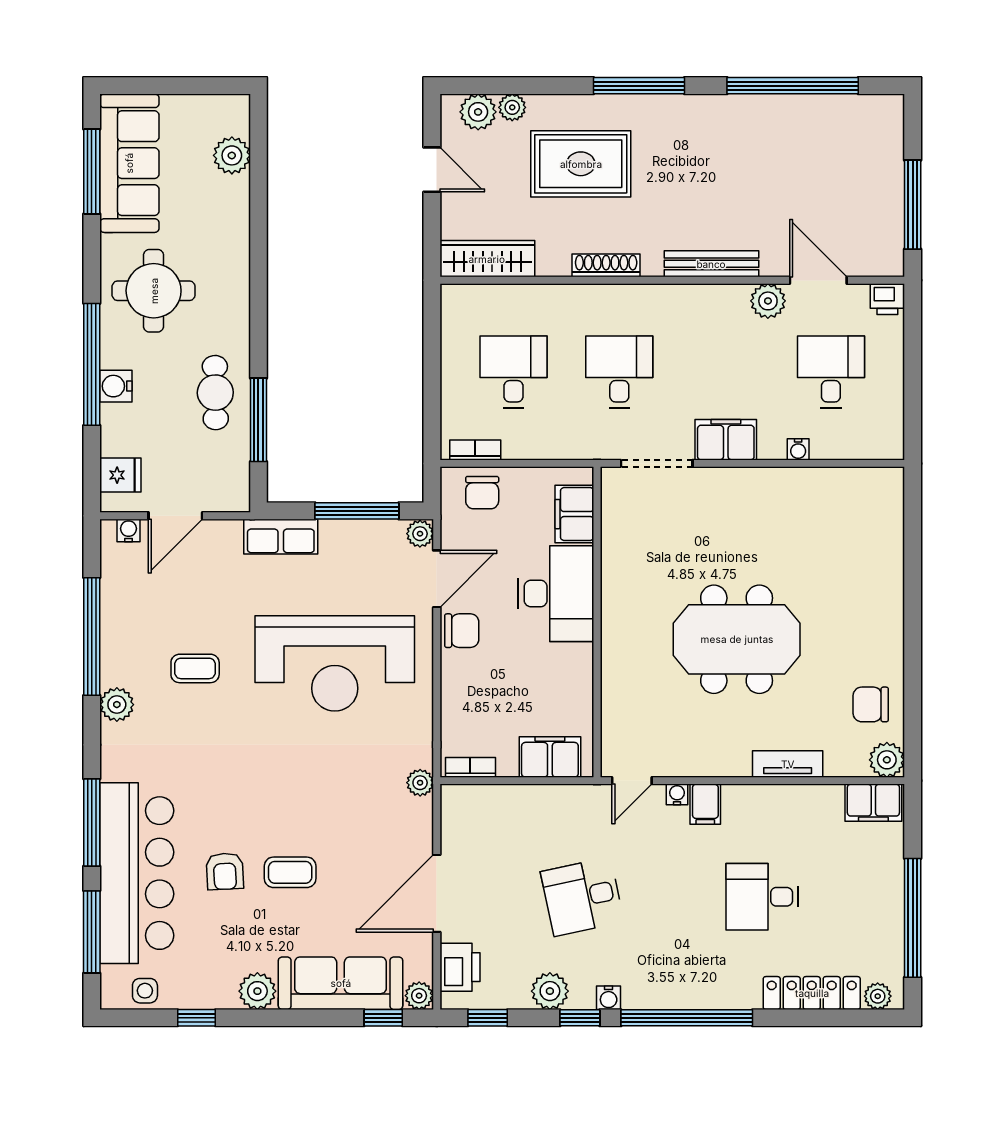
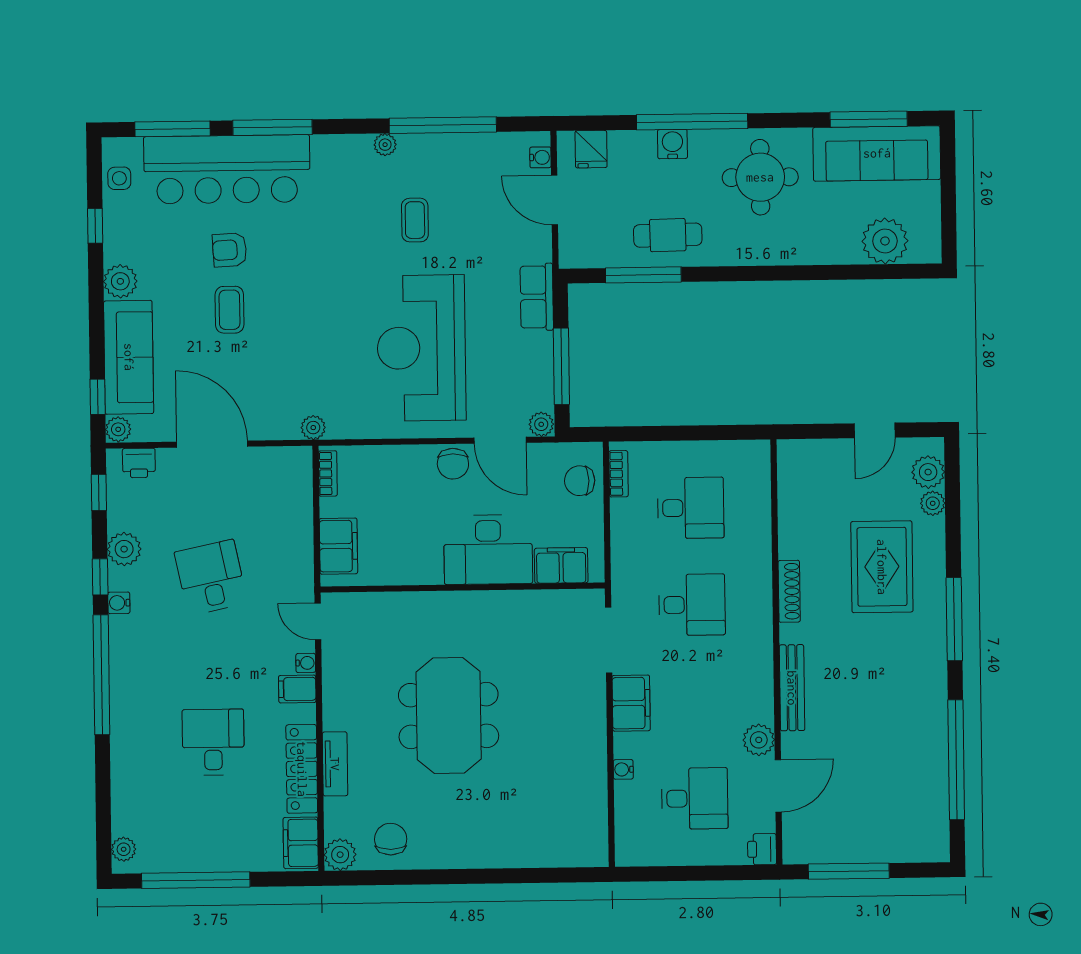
plant: (232, 155) -> (885, 241), width x1.36, depth x1.36
wardrobe: (487, 259) -> (794, 482), removed
plant: (117, 705) -> (385, 145), width x0.73, depth x0.73
printer: (460, 967) -> (139, 463), width x0.73, depth x0.81
locker: (812, 993) -> (302, 769), moved, turned 180

